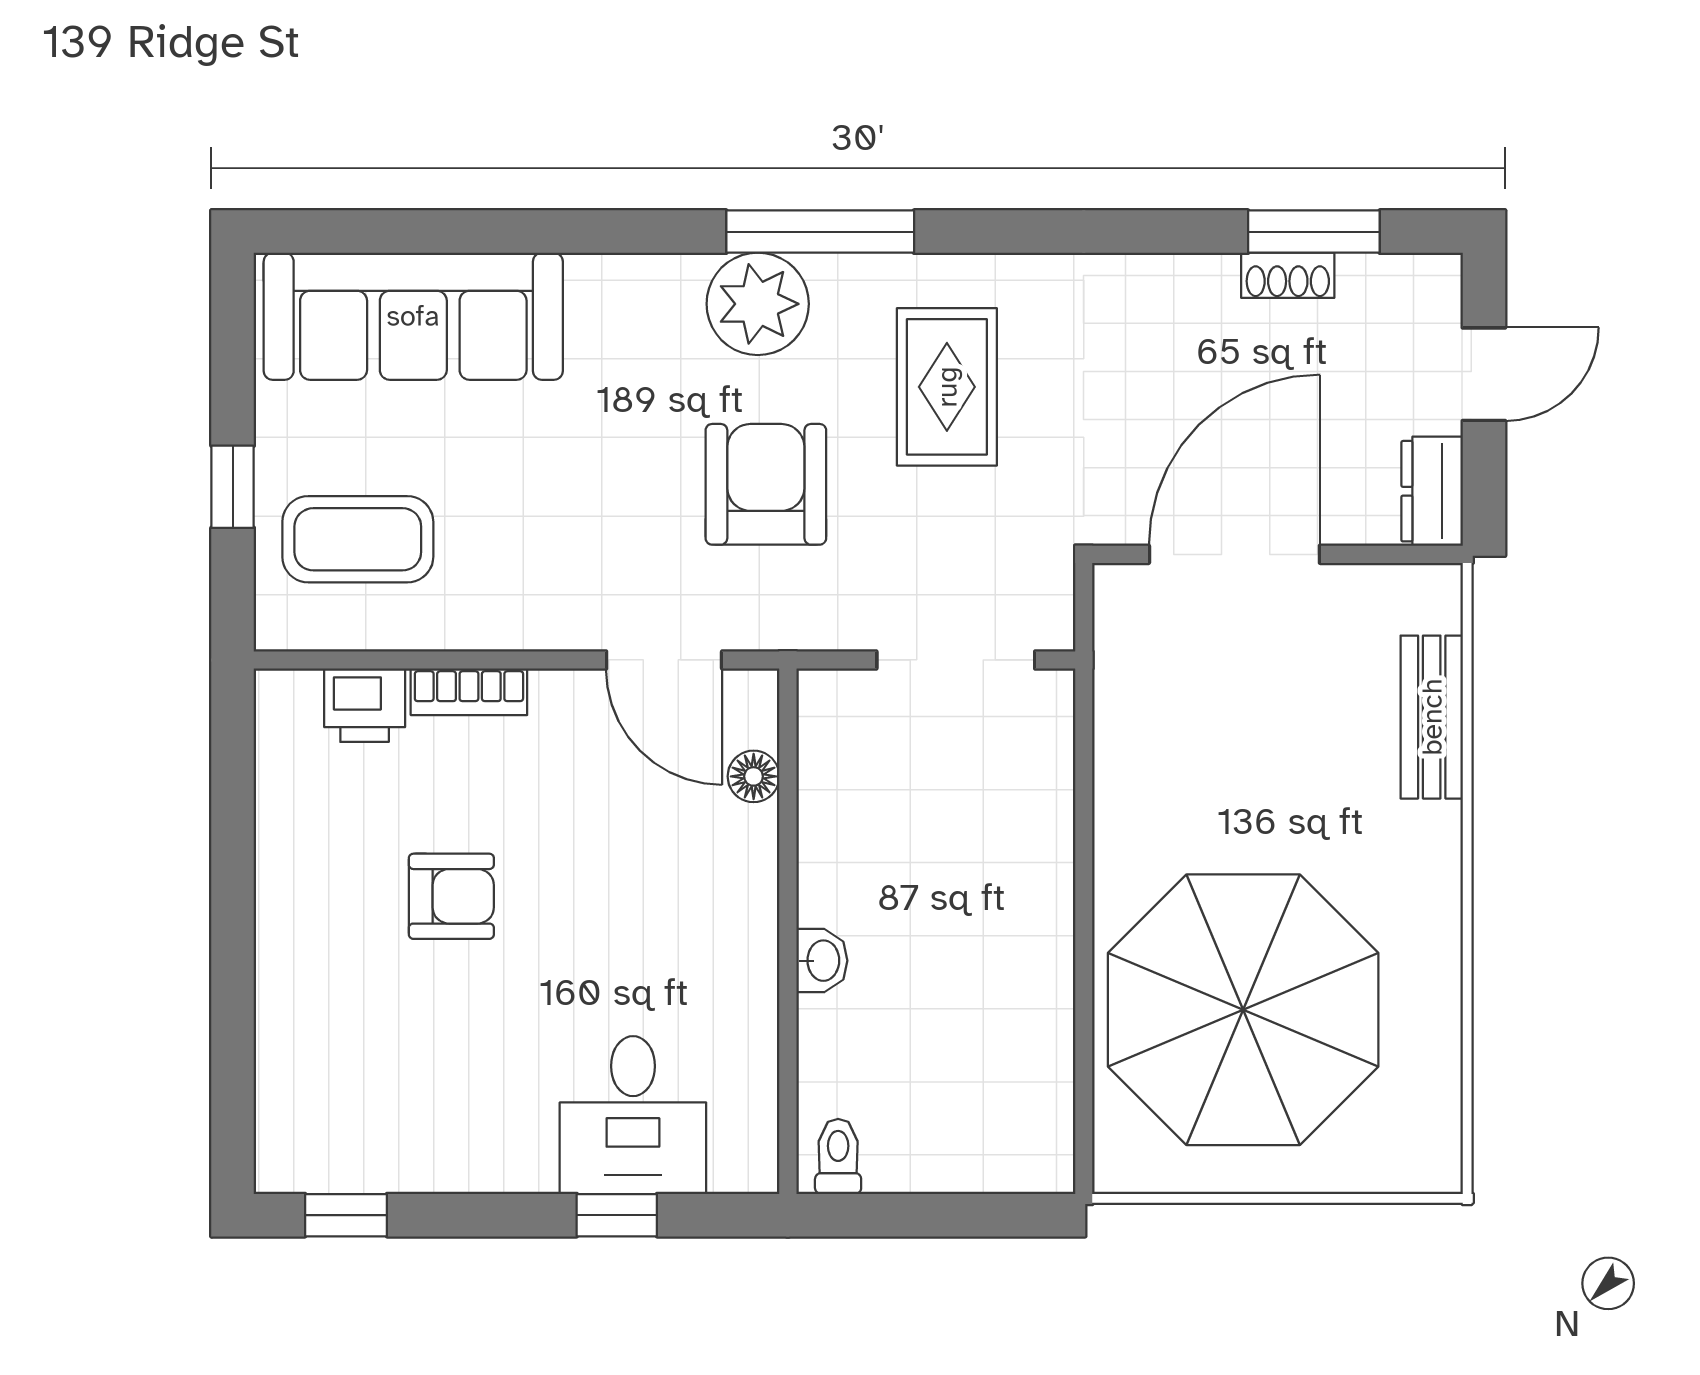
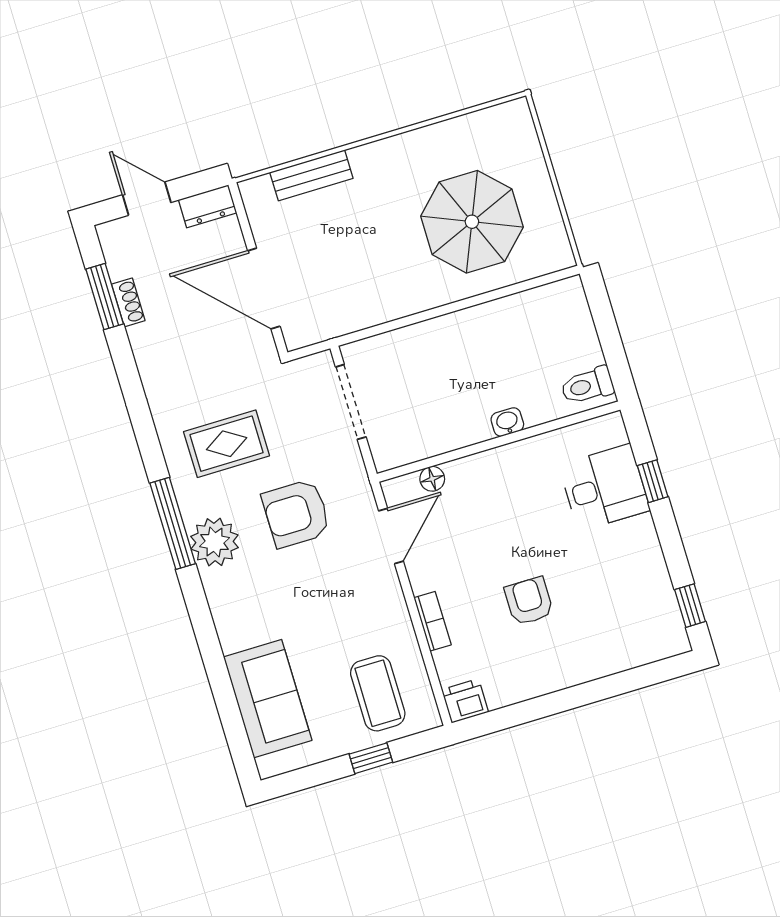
sofa: (413, 316) -> (268, 699), width x0.73
printer: (365, 705) -> (465, 701), moved, turned -90
parasol: (1243, 1010) -> (472, 222), width x0.73, depth x0.73
toilet: (838, 1156) -> (587, 386), width x1.37, depth x1.39

